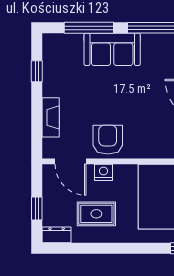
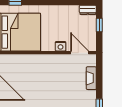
armchair: (108, 140) -> (58, 65), removed
rug: (96, 214) -> (65, 22), removed

